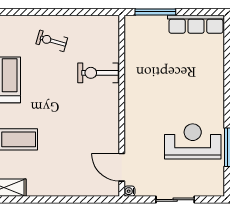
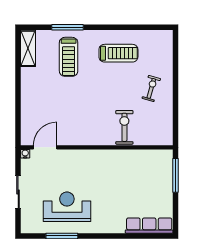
row of seats: (196, 24) -> (149, 226), moved, turned 90
reception desk: (193, 141) -> (67, 207), turned -90

